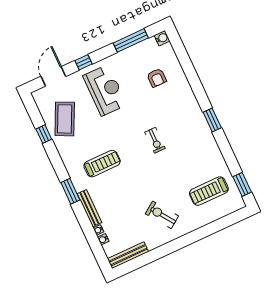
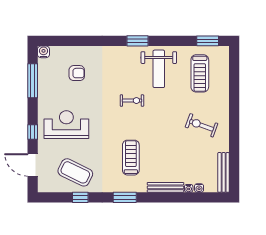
weight bench: (196, 151) -> (159, 69), added
window: (70, 191) -> (125, 197), moved
exercise bike: (162, 215) -> (202, 125), turned 55

